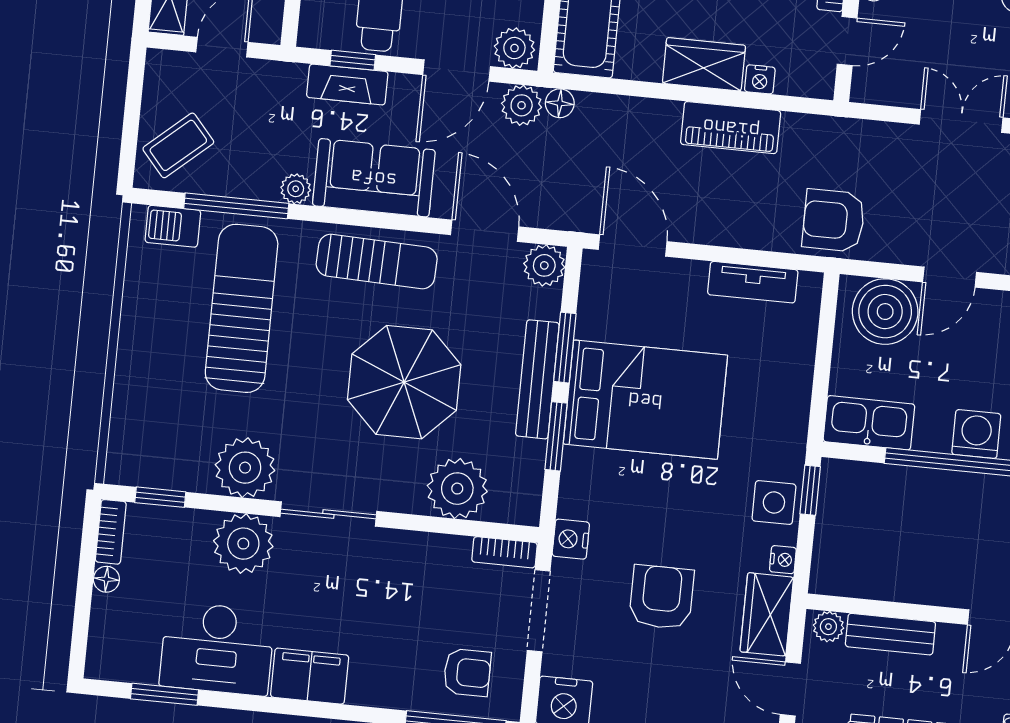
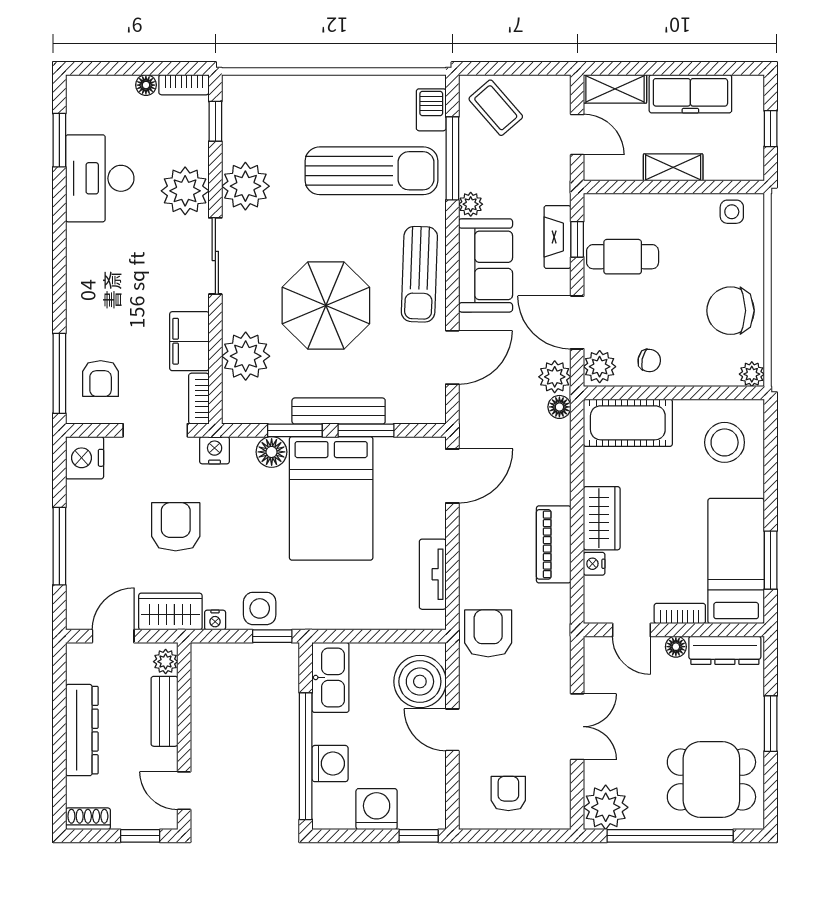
plant: (544, 265) -> (430, 408), removed
floor lamp: (580, 468) -> (272, 452), added
armchair: (662, 597) -> (176, 527), turned -90
filing cabinet: (310, 676) -> (189, 341), moved, turned 180

